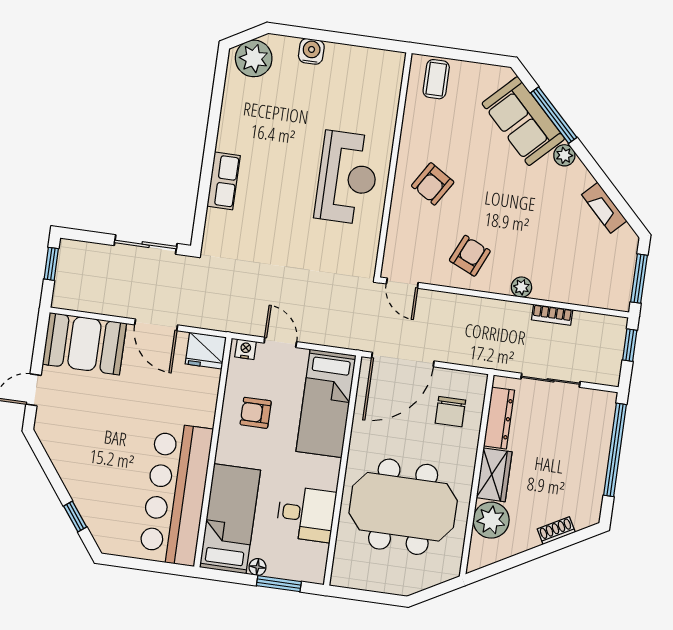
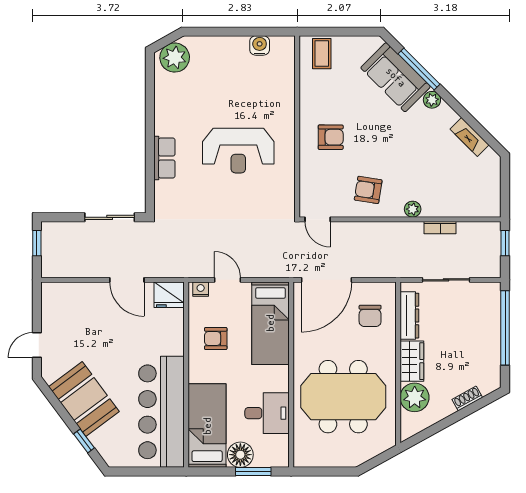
water cooler: (311, 51) -> (260, 45), moved
reception desk: (347, 178) -> (238, 151), moved, turned 90
armchair: (433, 184) -> (331, 137), turned -122
armchair: (470, 256) -> (368, 190), turned -105
window: (639, 279) -> (505, 189), removed
booth: (84, 344) -> (84, 399), moved, turned 53
floor lamp: (257, 567) -> (240, 455), width x1.89, depth x1.89

